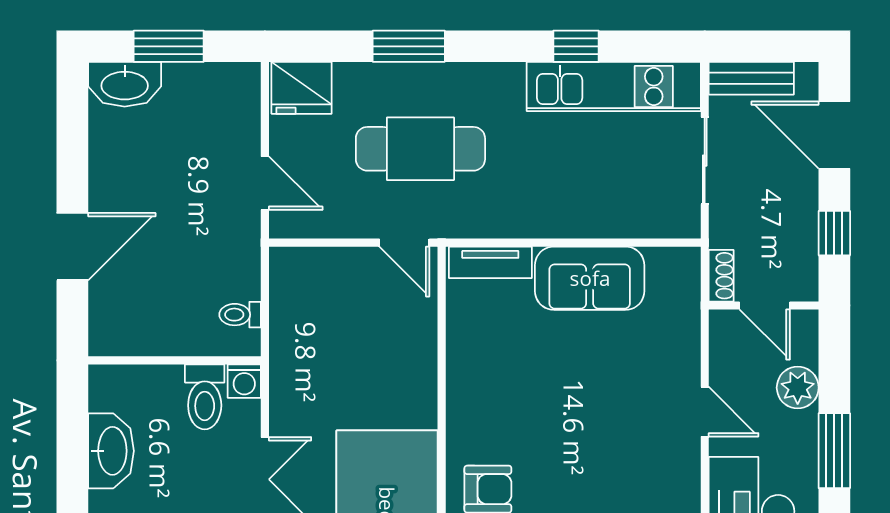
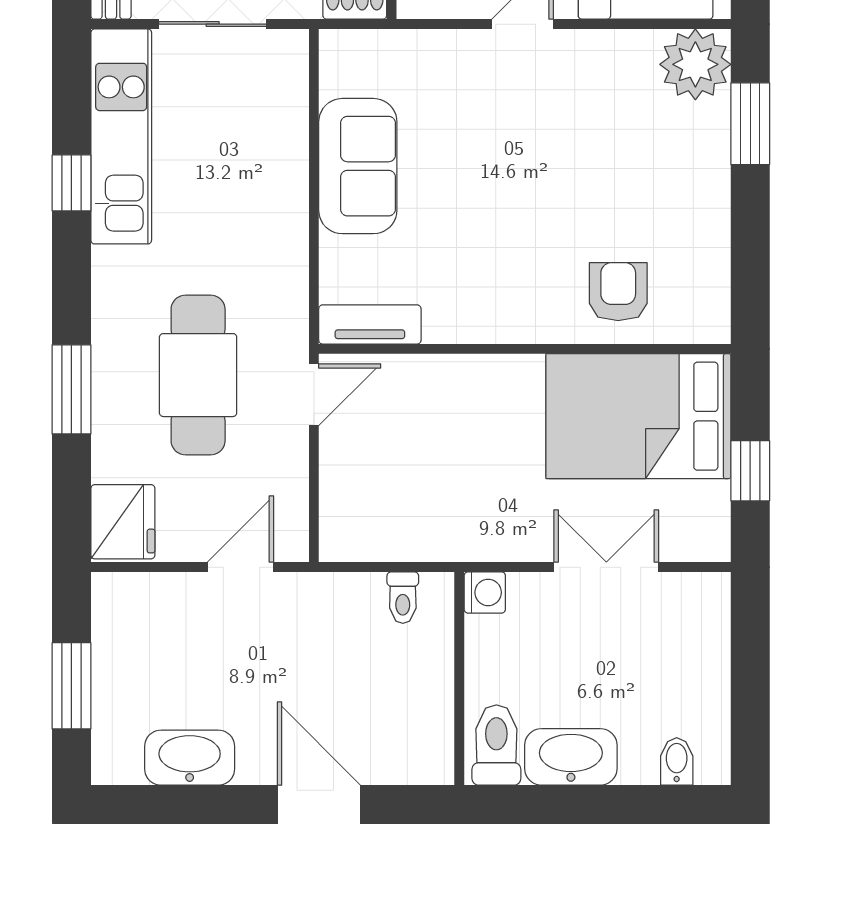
washbasin: (125, 84) -> (190, 758), moved, turned -90
tv unit: (490, 262) -> (370, 324), moved, turned -90
toilet: (205, 397) -> (496, 745), moved, turned -90

